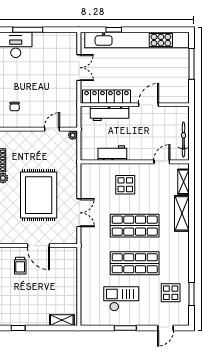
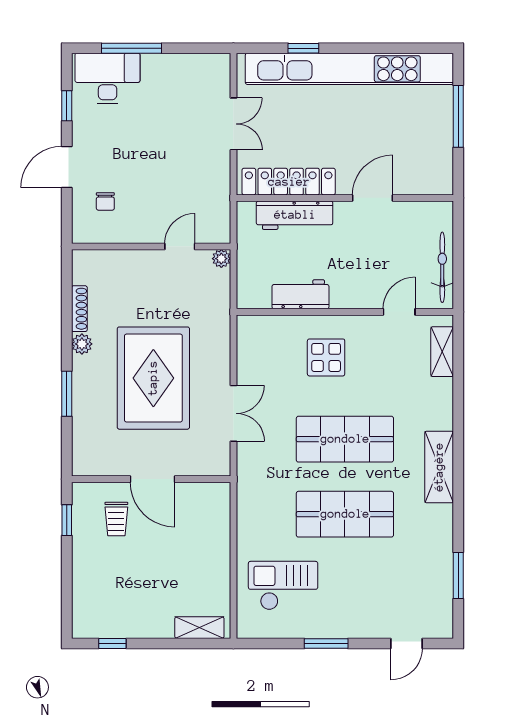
shelving: (182, 213) -> (439, 467), moved
display table: (171, 293) -> (417, 573), removed
checkout: (121, 299) -> (283, 586), moved

